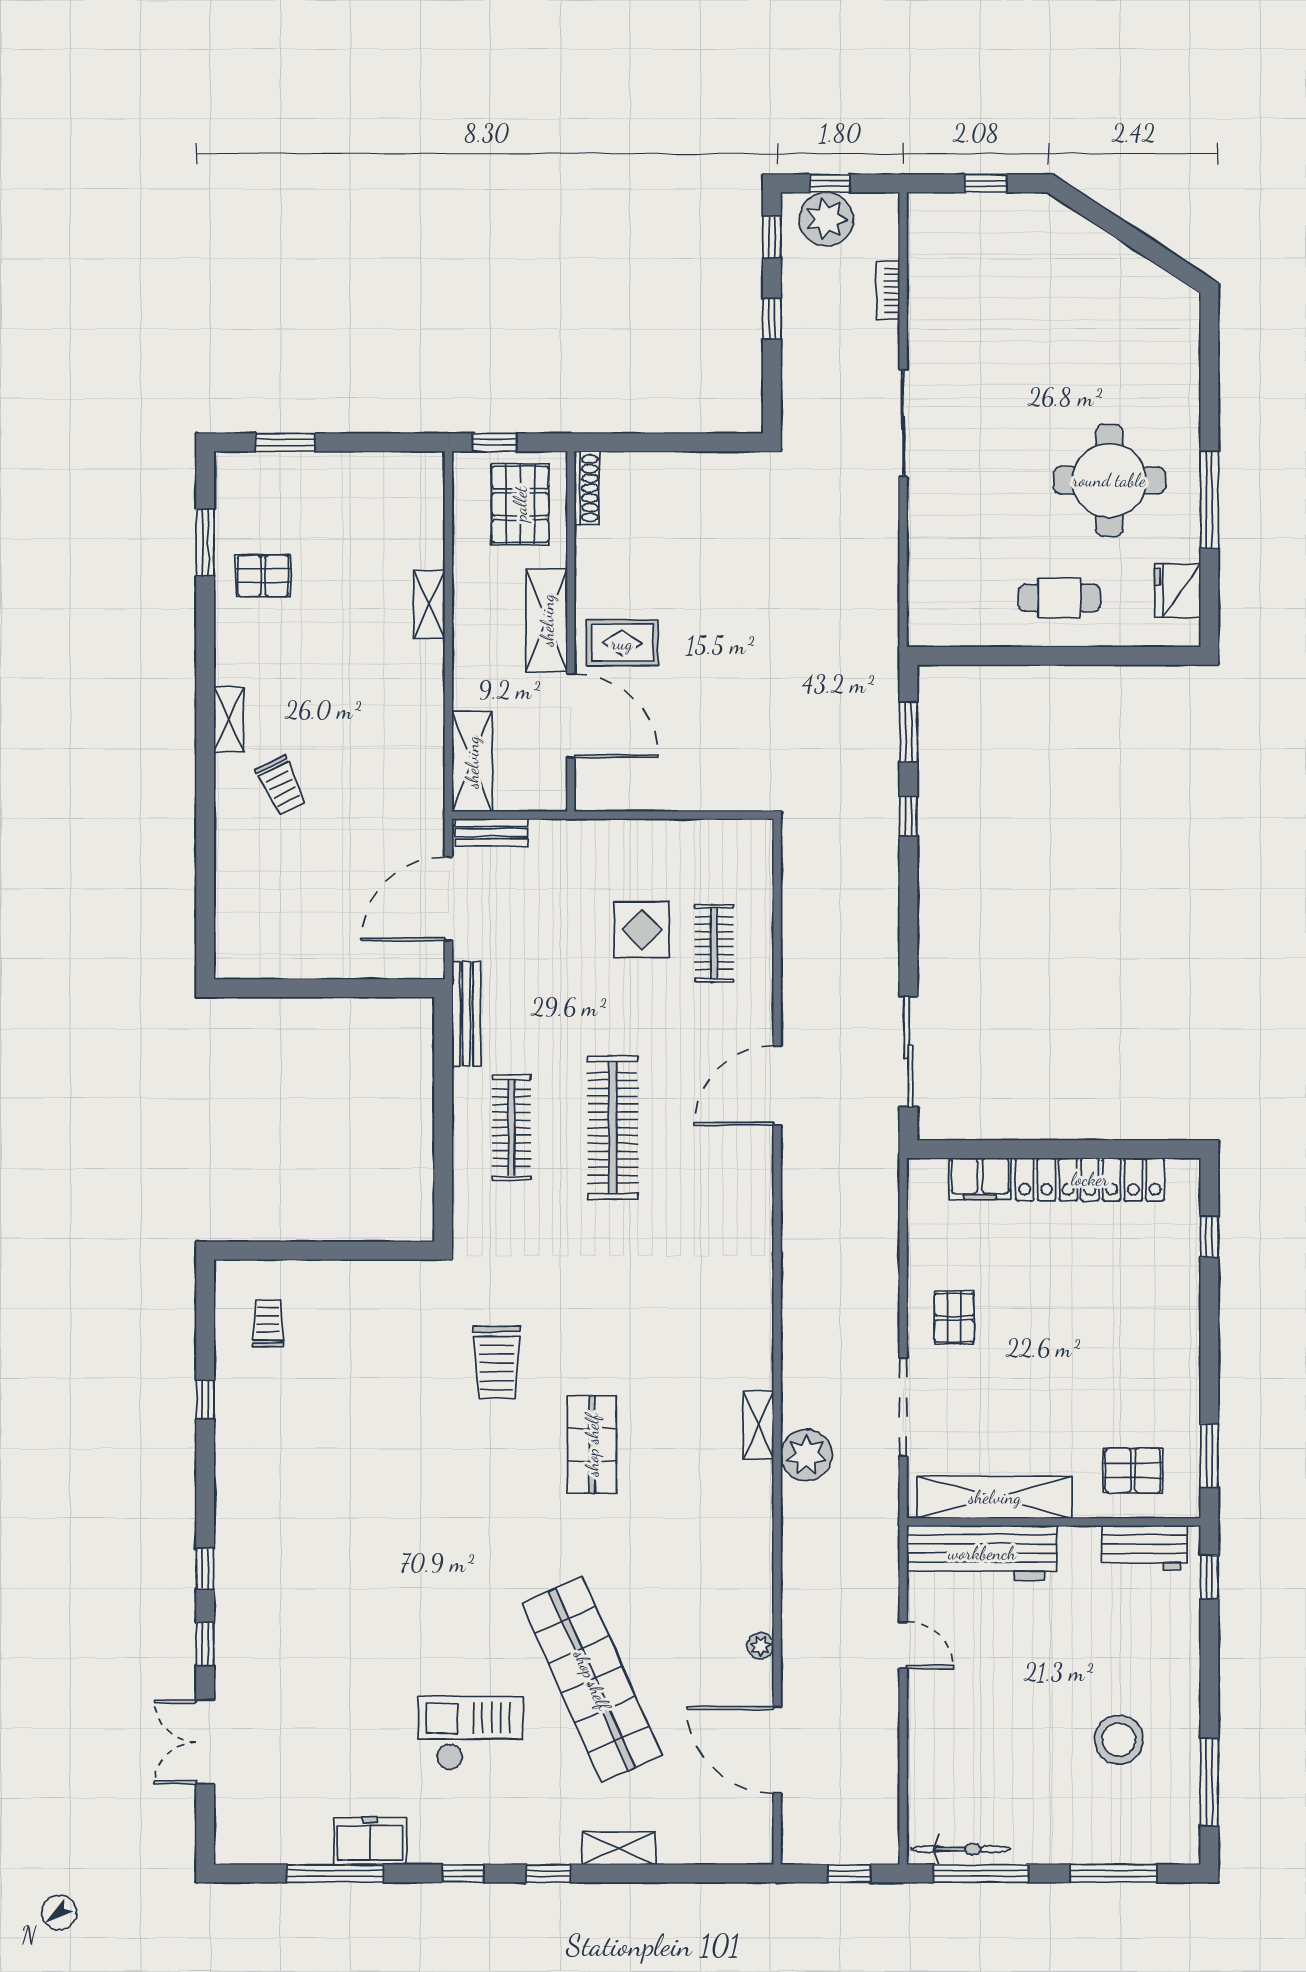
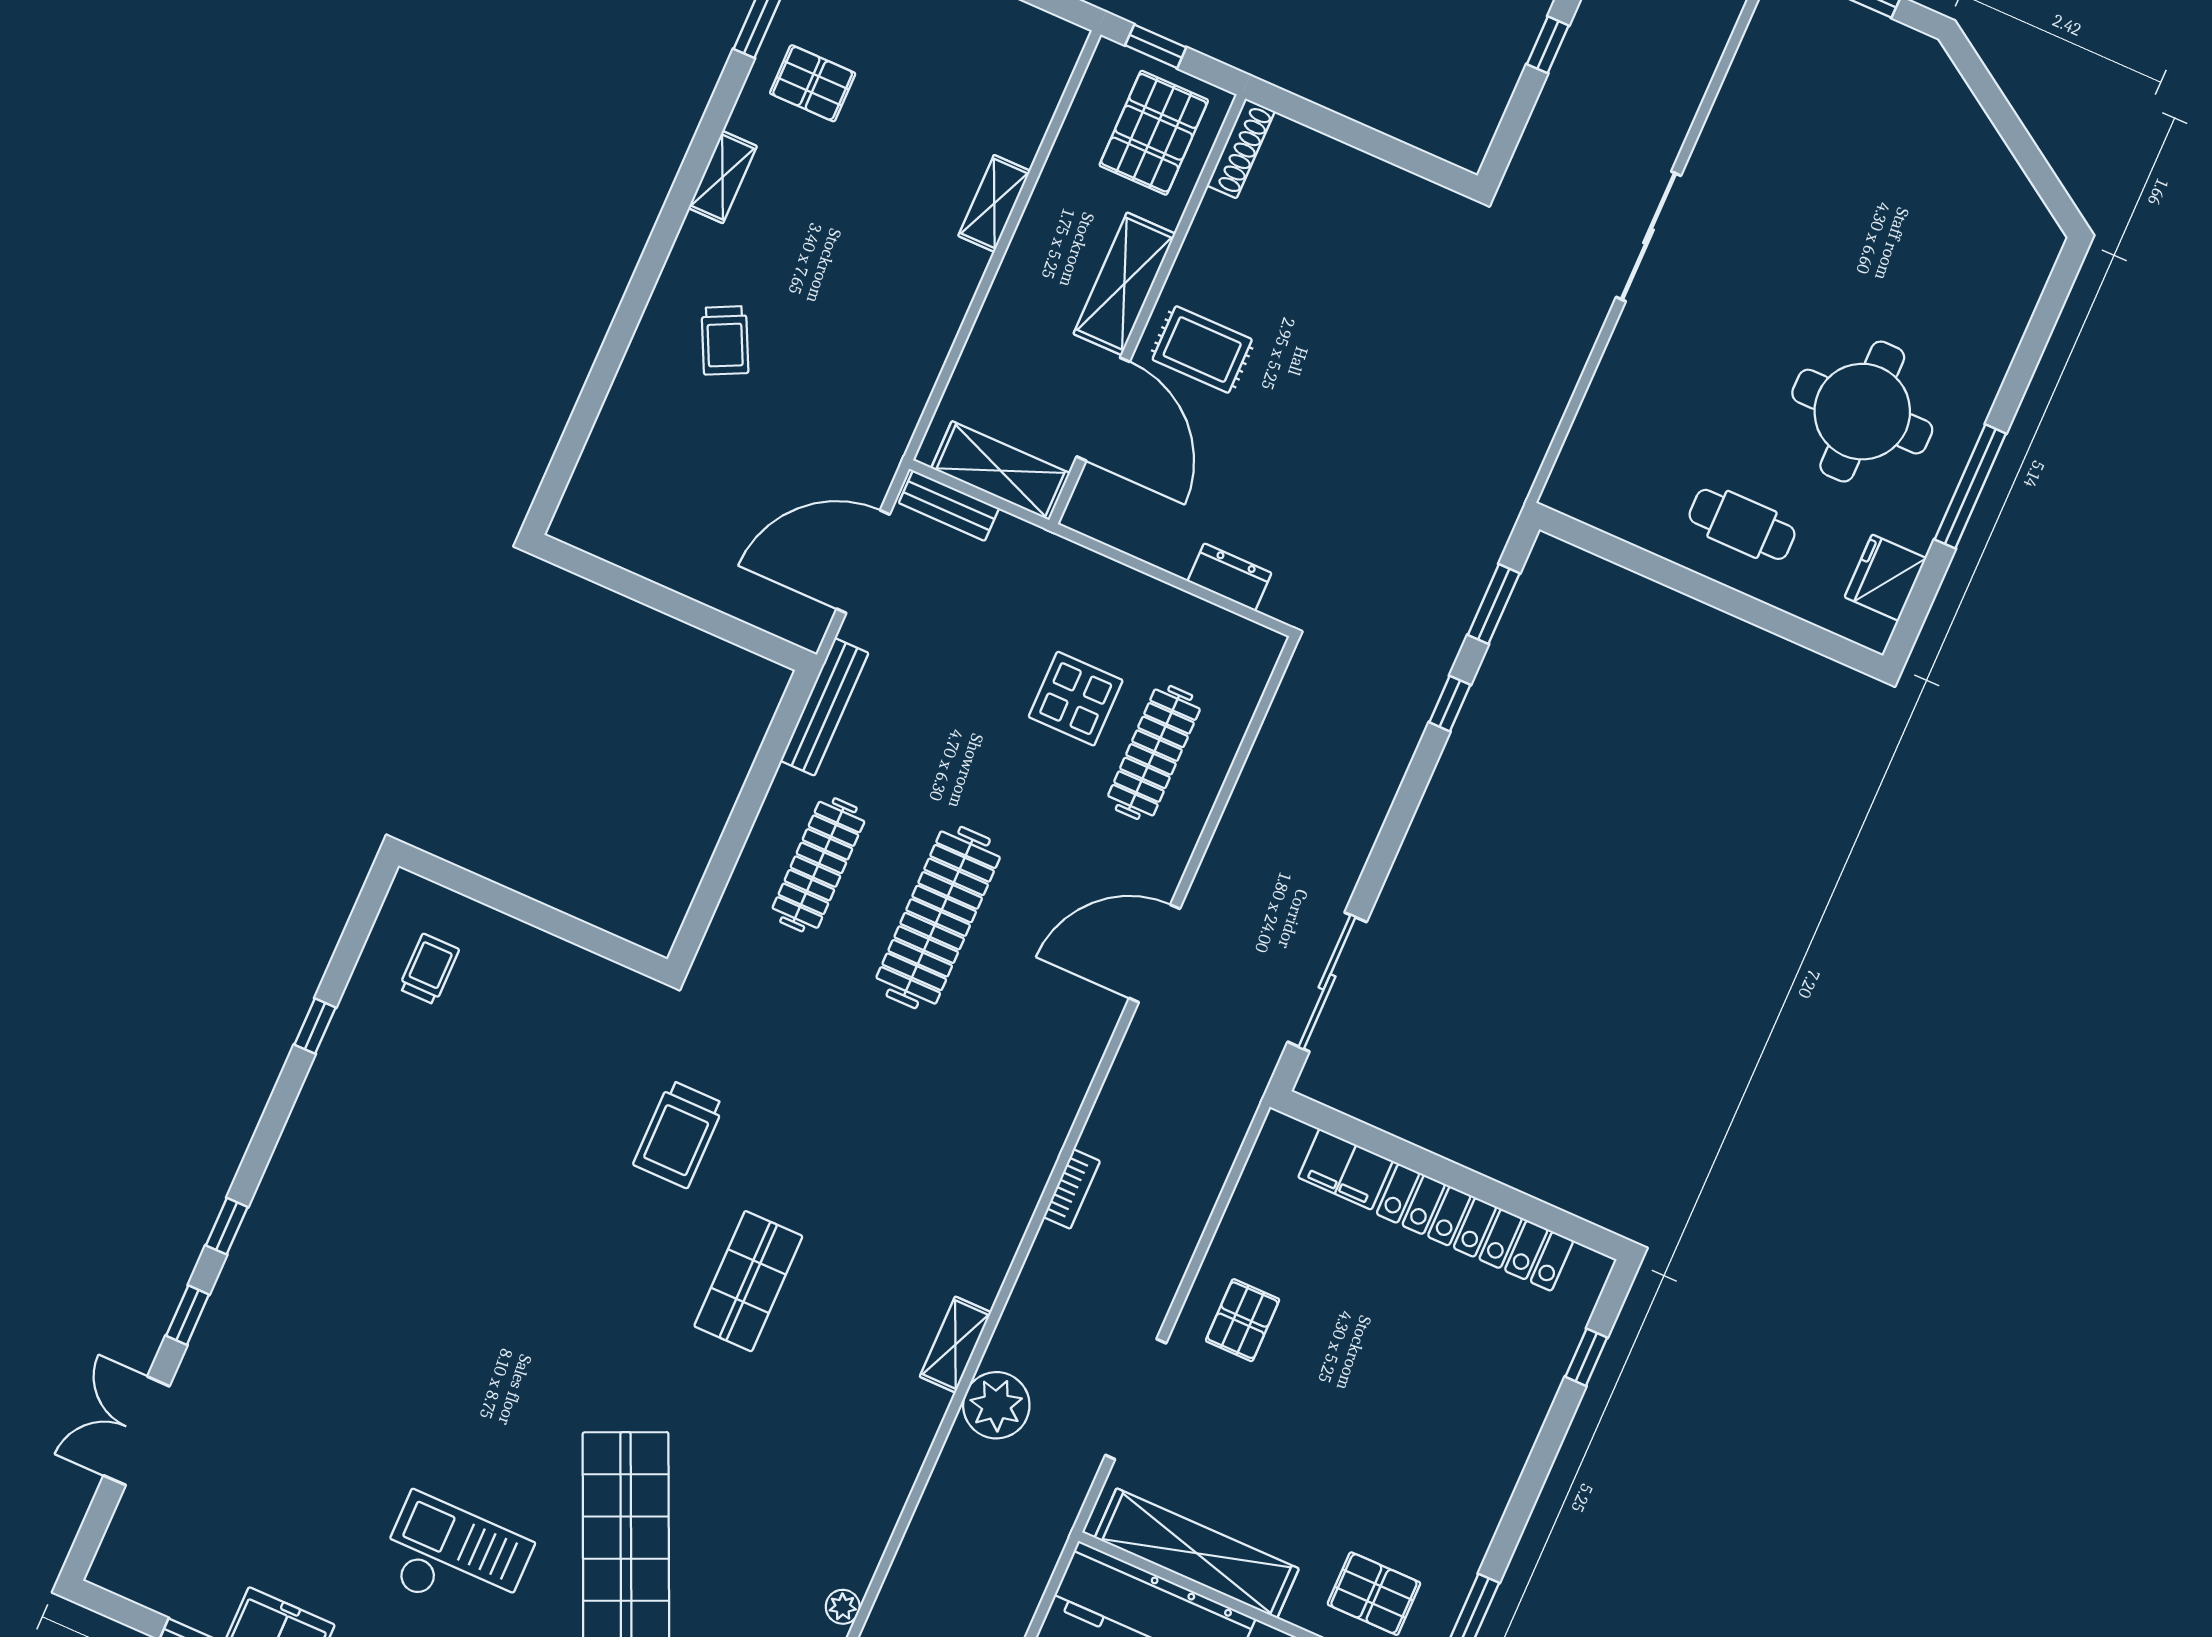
bookcase: (888, 290) -> (1072, 1189), moved, turned 180
shelving: (229, 720) -> (723, 177), moved
shelving: (472, 762) -> (1000, 471), moved, turned 90
dresser: (713, 795) -> (1229, 577), added
clothes rail: (714, 943) -> (1154, 752), width x1.36

